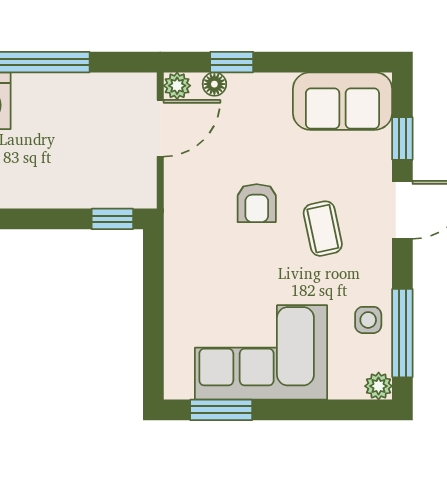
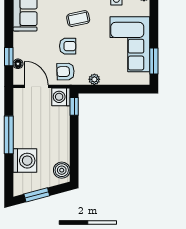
plant: (177, 86) -> (94, 79), moved
washing machine: (135, 187) -> (61, 97), added
armchair: (196, 198) -> (66, 72), added

